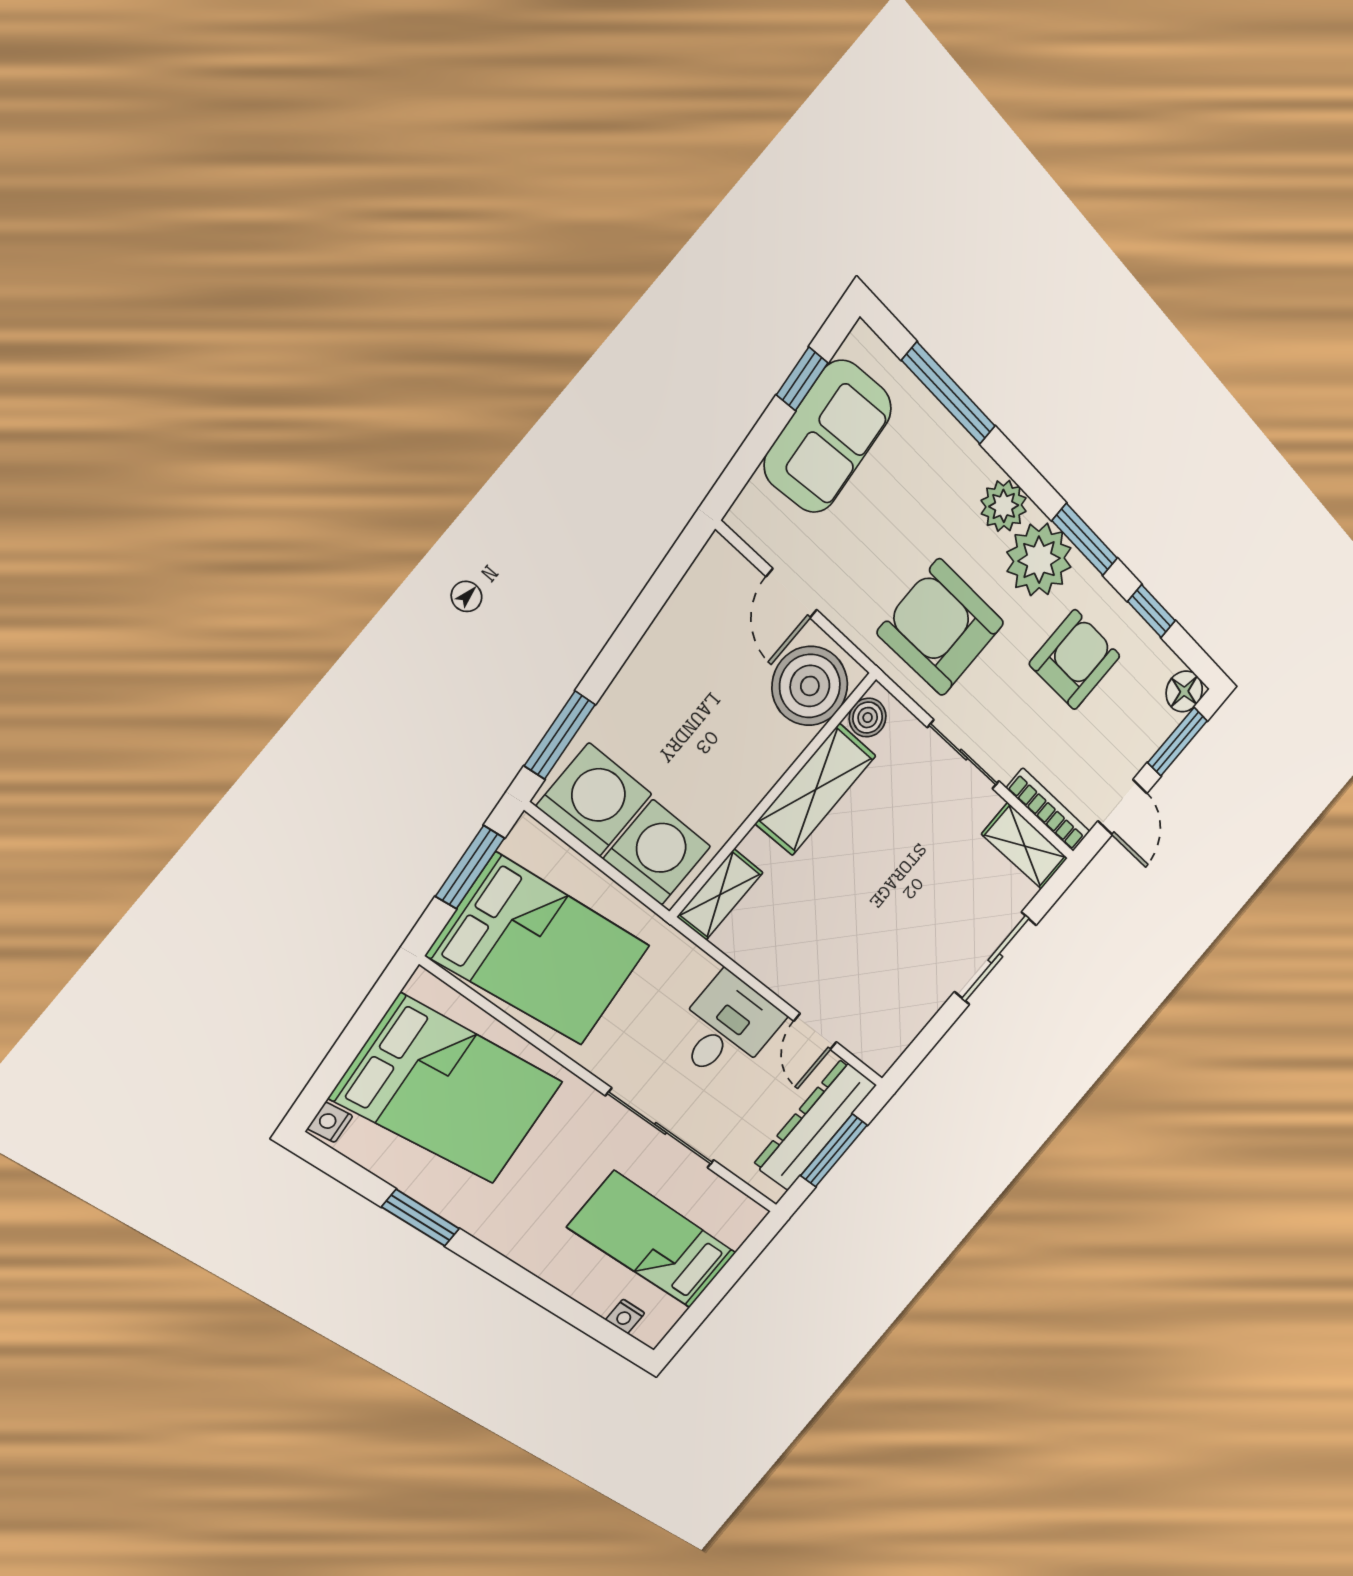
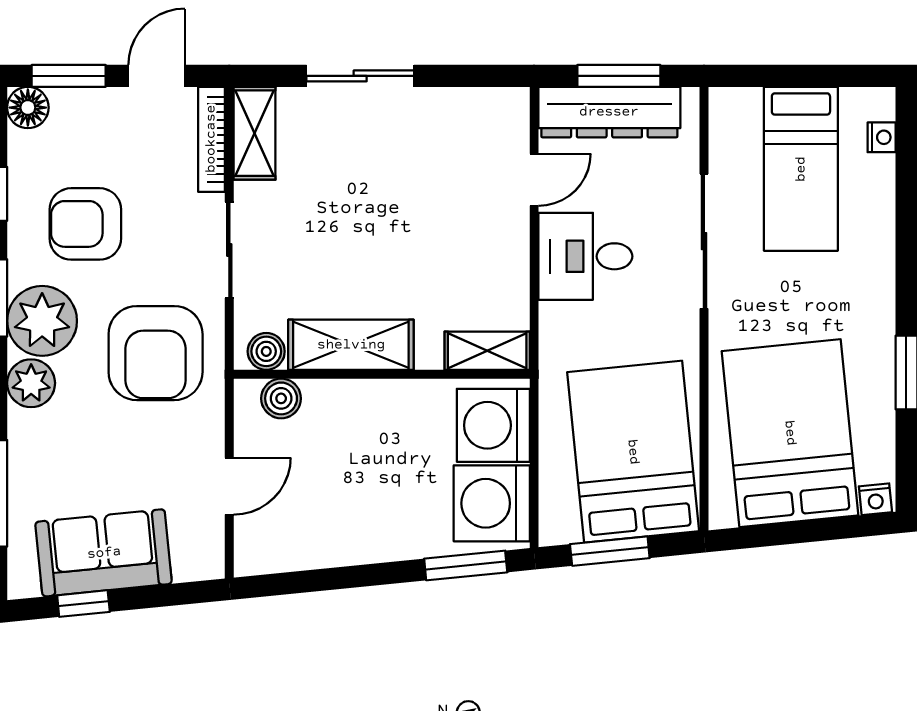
boiler: (810, 686) -> (281, 398), width x0.54, depth x0.54

